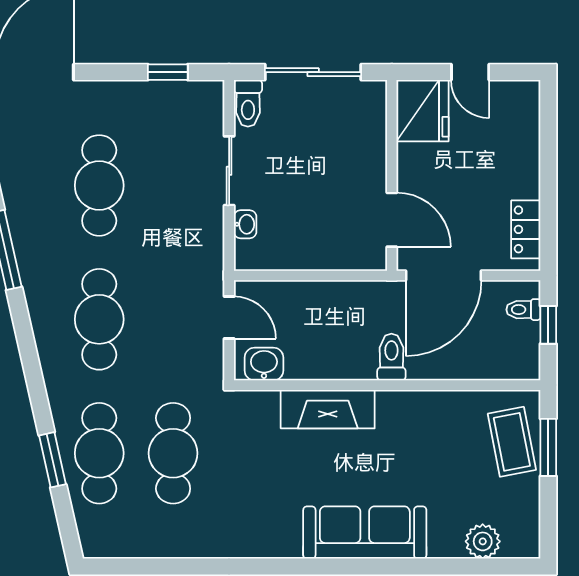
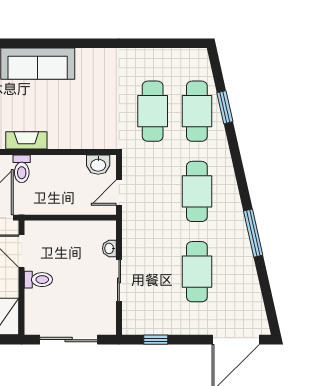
toilet: (248, 103) -> (38, 280), moved, turned 90
door: (229, 317) -> (119, 193), hinge flipped
fireplace: (328, 409) -> (26, 140), moved, width x0.73, depth x0.76

